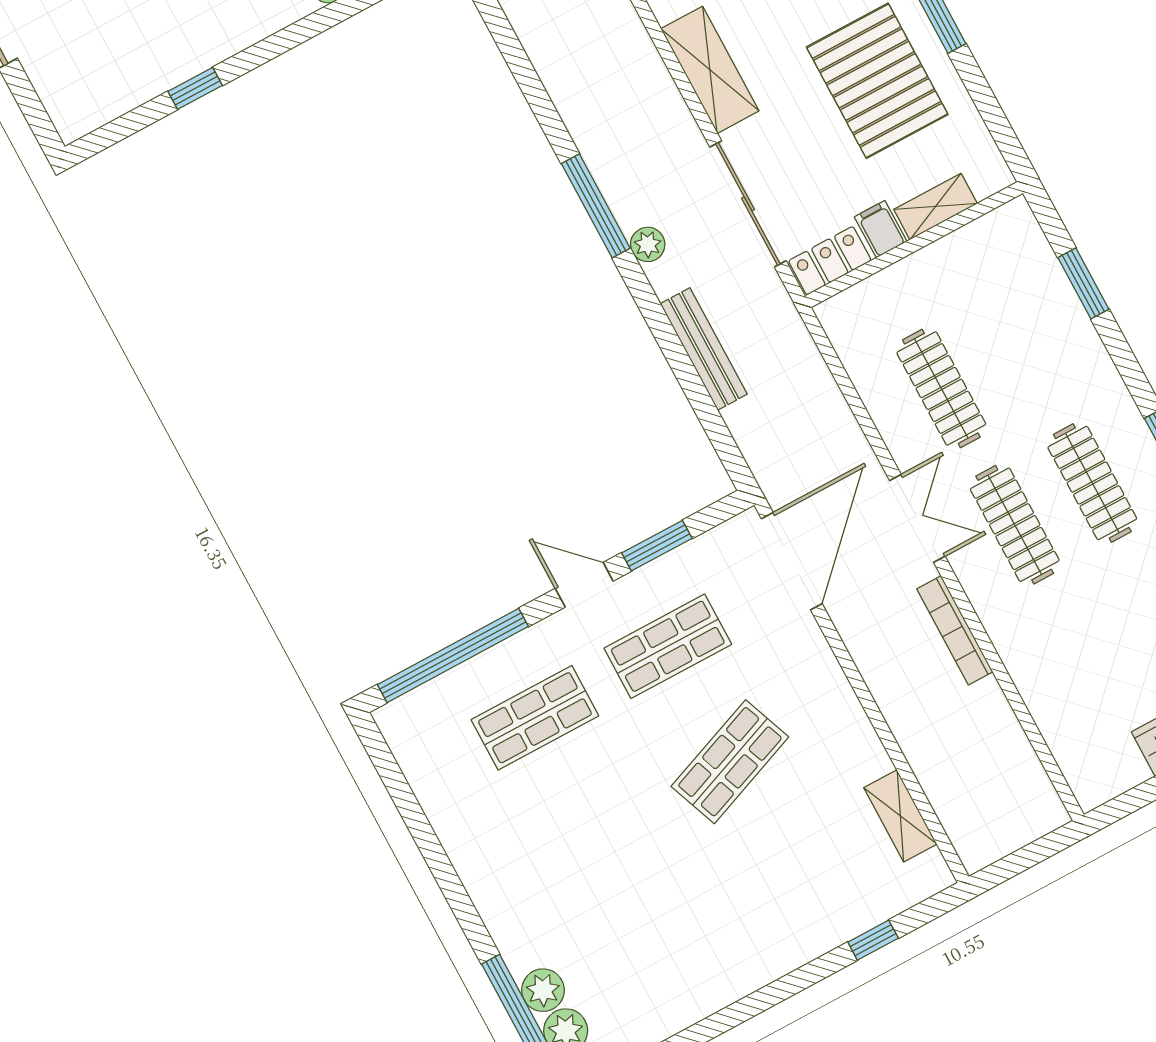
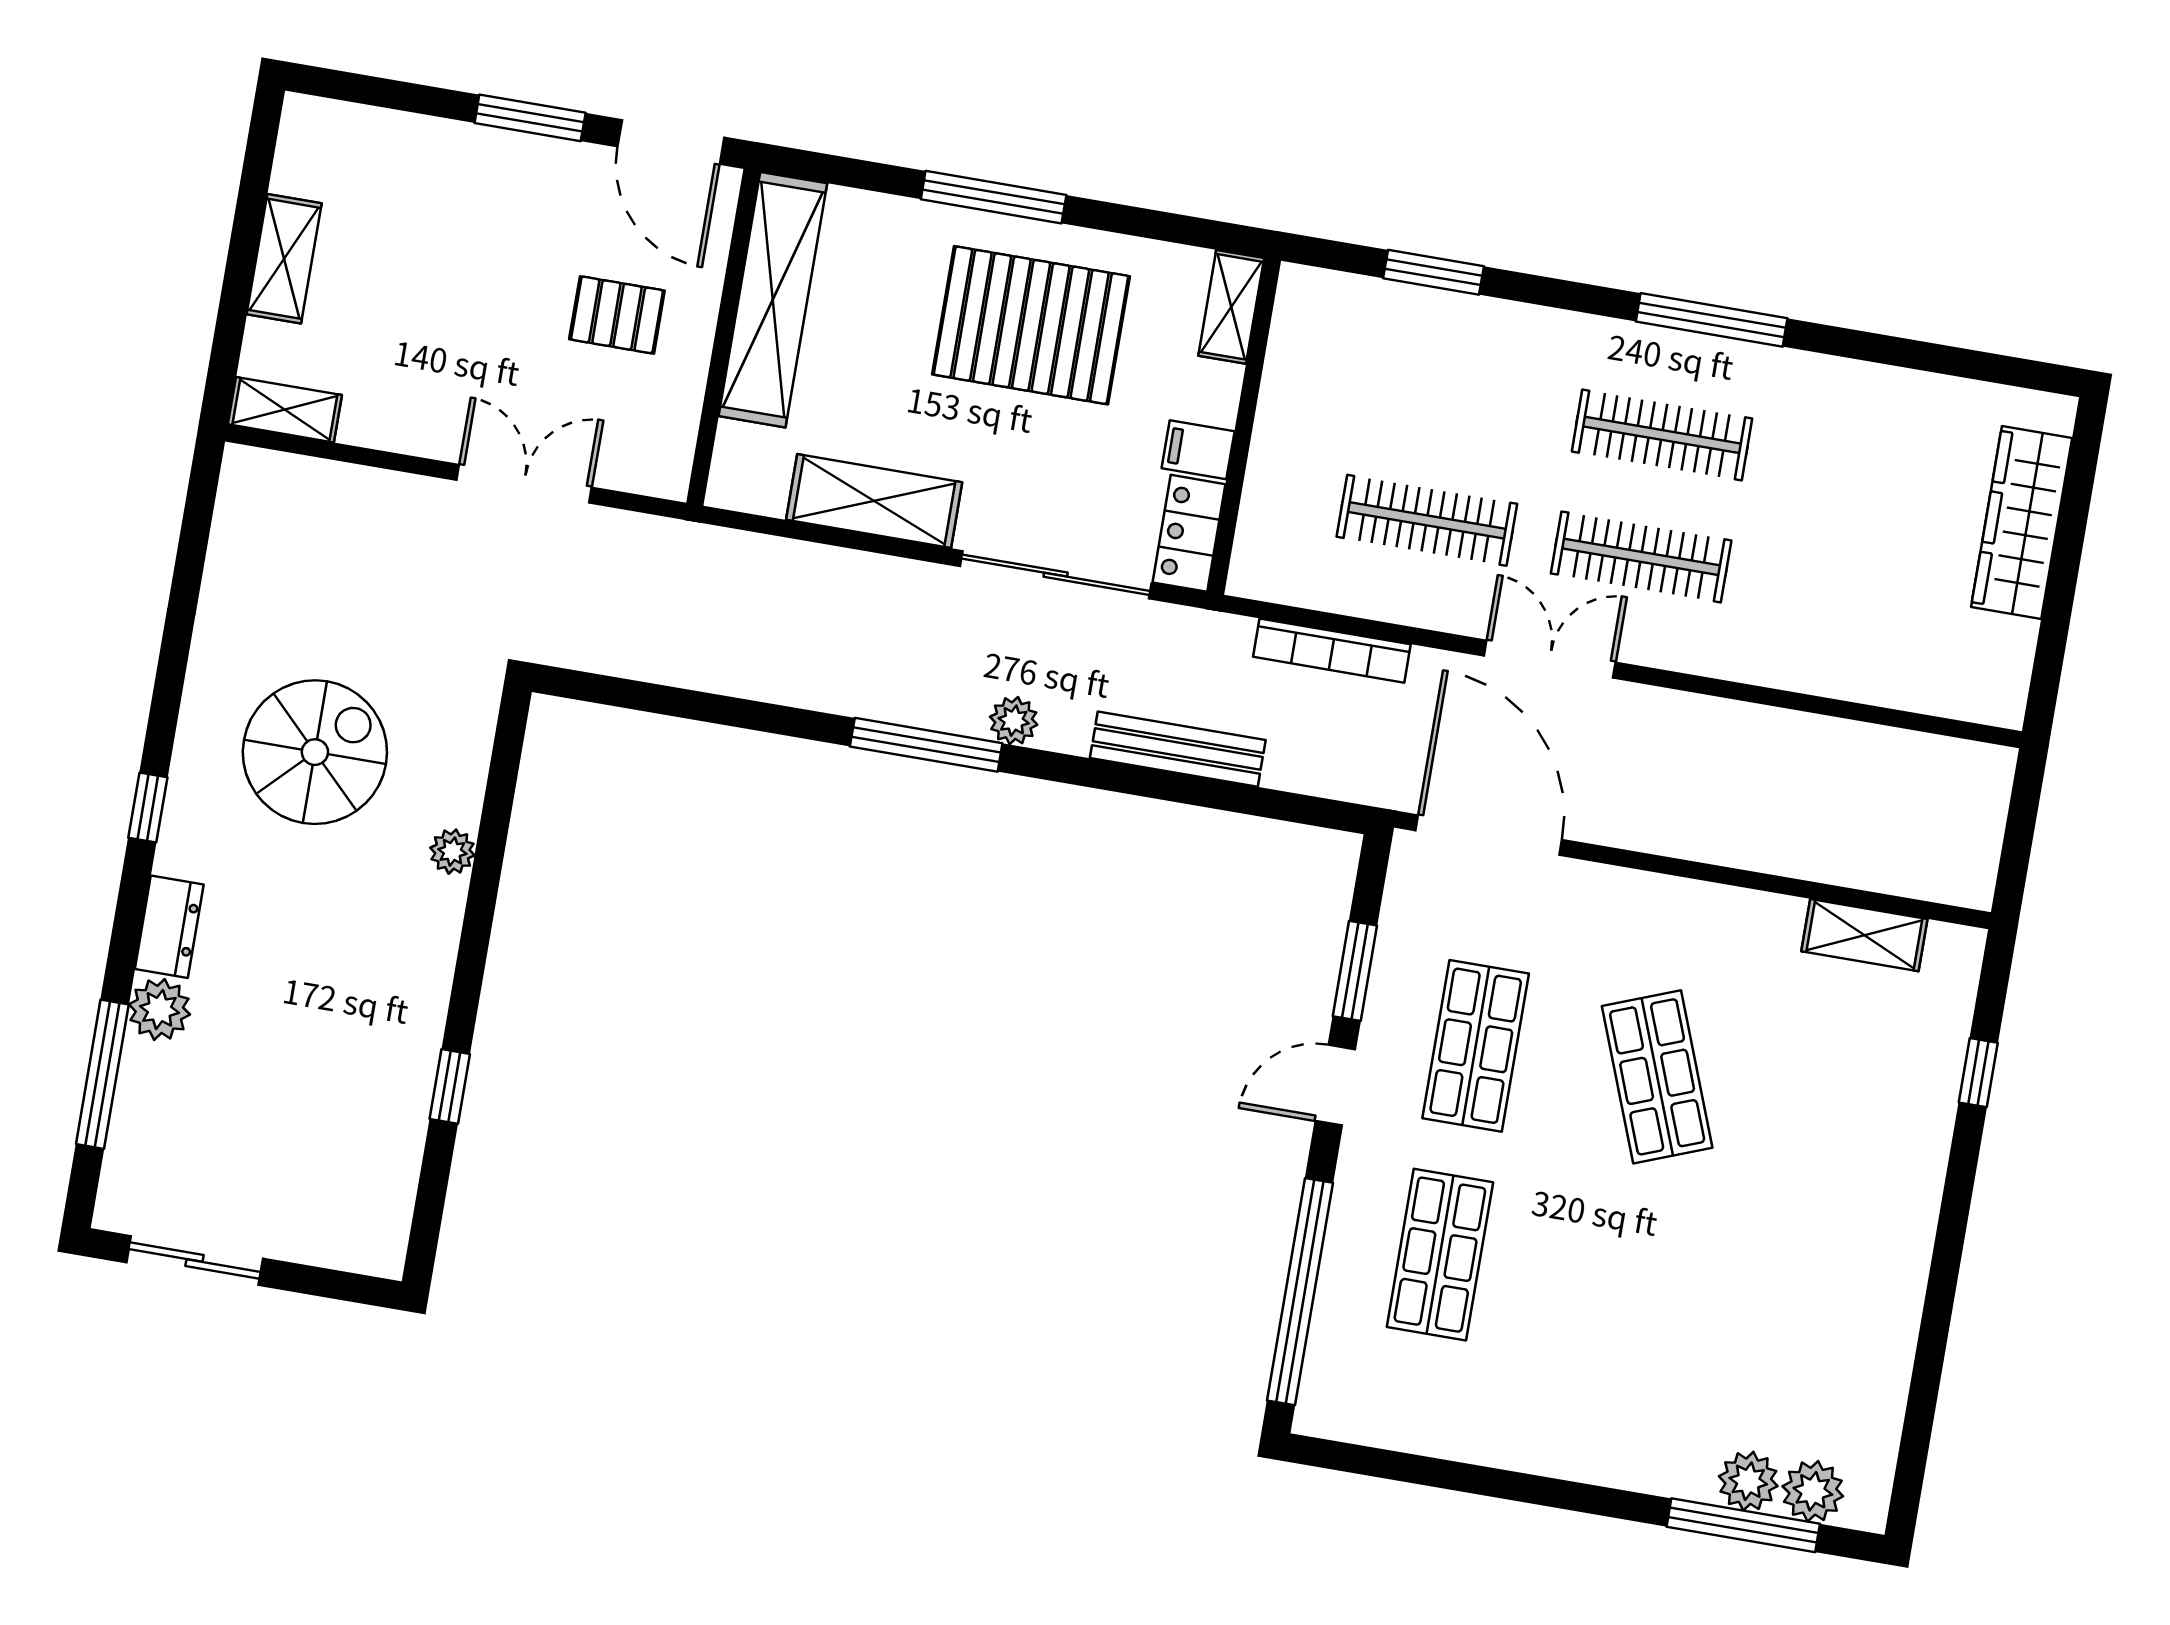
shelving: (936, 206) -> (1231, 307), moved
bookcase: (955, 630) -> (1332, 651), moved

